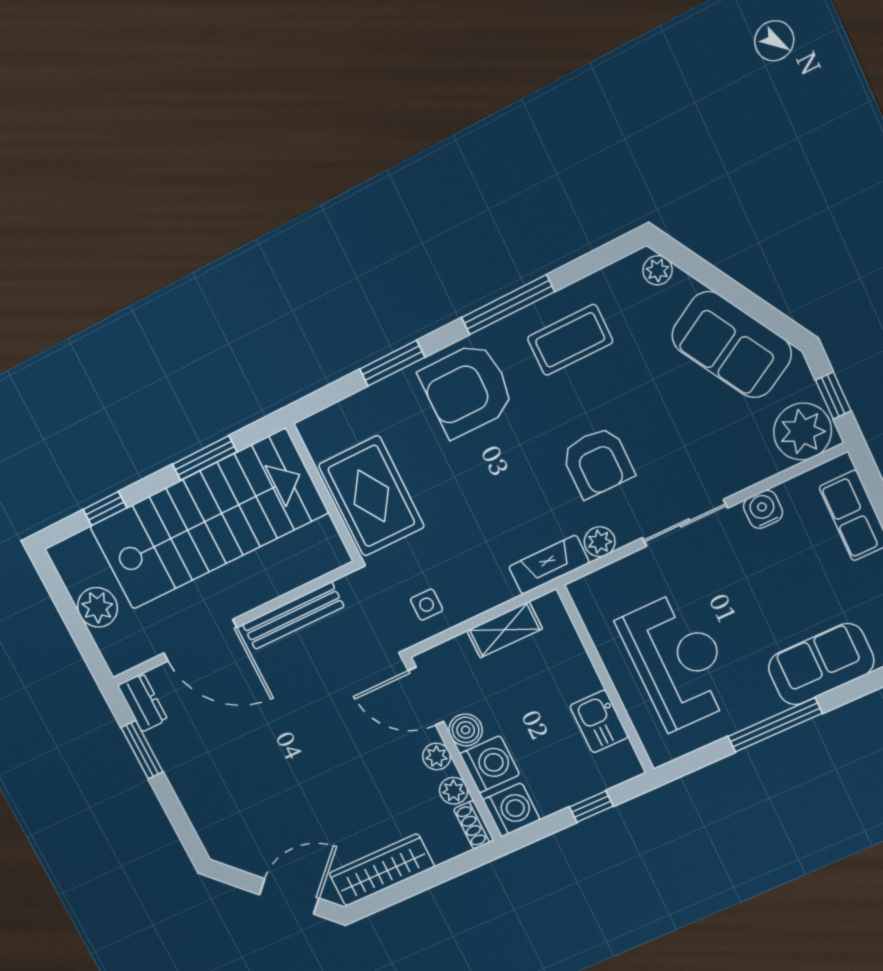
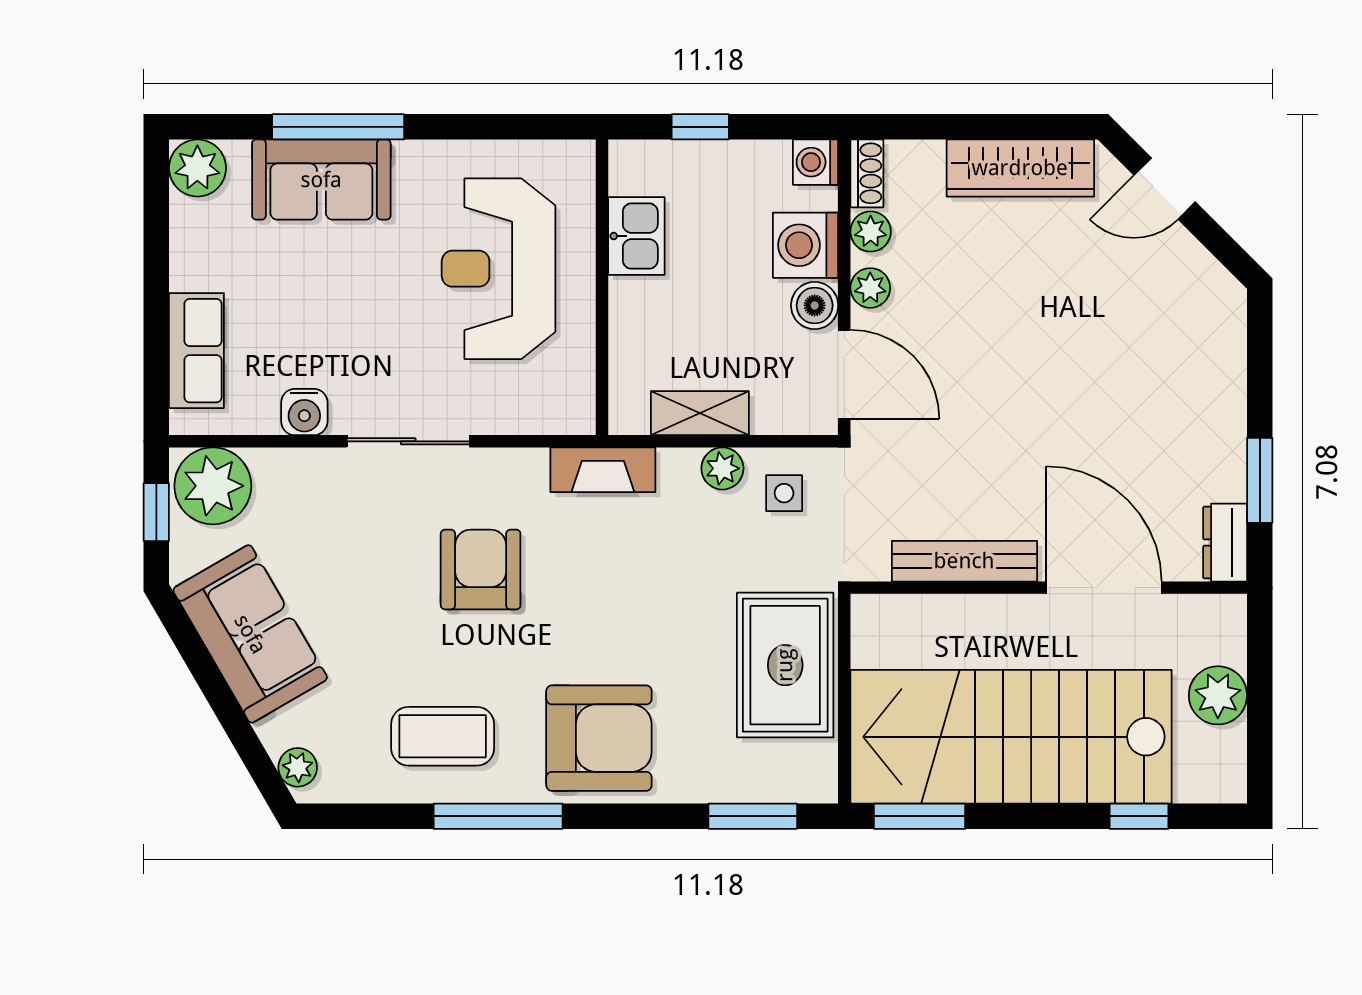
window: (392, 363) -> (753, 816), moved
window: (205, 458) -> (920, 816), moved
plant: (600, 542) -> (722, 468), moved
window: (775, 725) -> (338, 127), moved
washing machine: (511, 810) -> (816, 162), width x0.73, depth x0.73
door: (289, 896) -> (1165, 189), width x0.73

